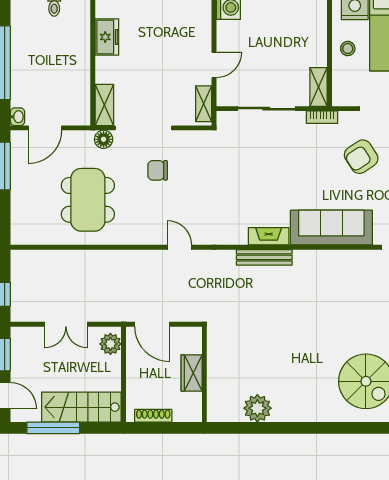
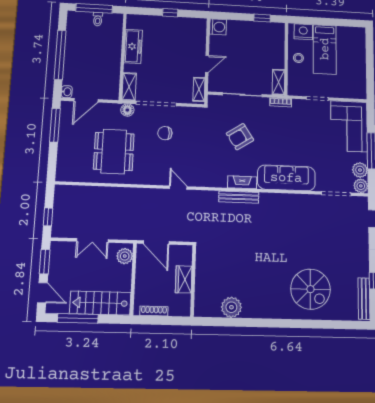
freezer: (107, 37) -> (133, 46), width x1.40
armchair: (361, 157) -> (240, 137), moved

